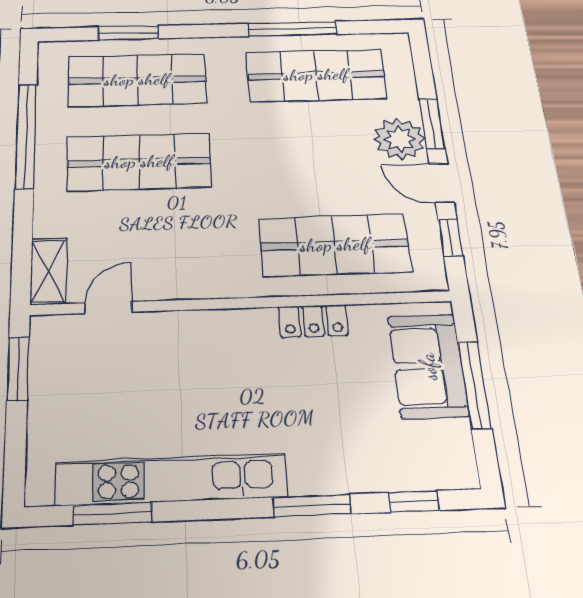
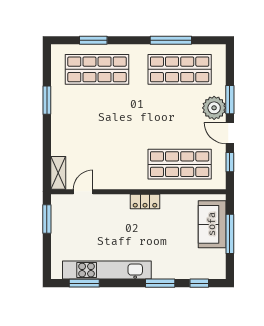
window: (26, 135) -> (47, 100), width x0.47
shop shelf: (139, 162) -> (97, 117), removed
locker: (313, 321) -> (145, 201), moved

